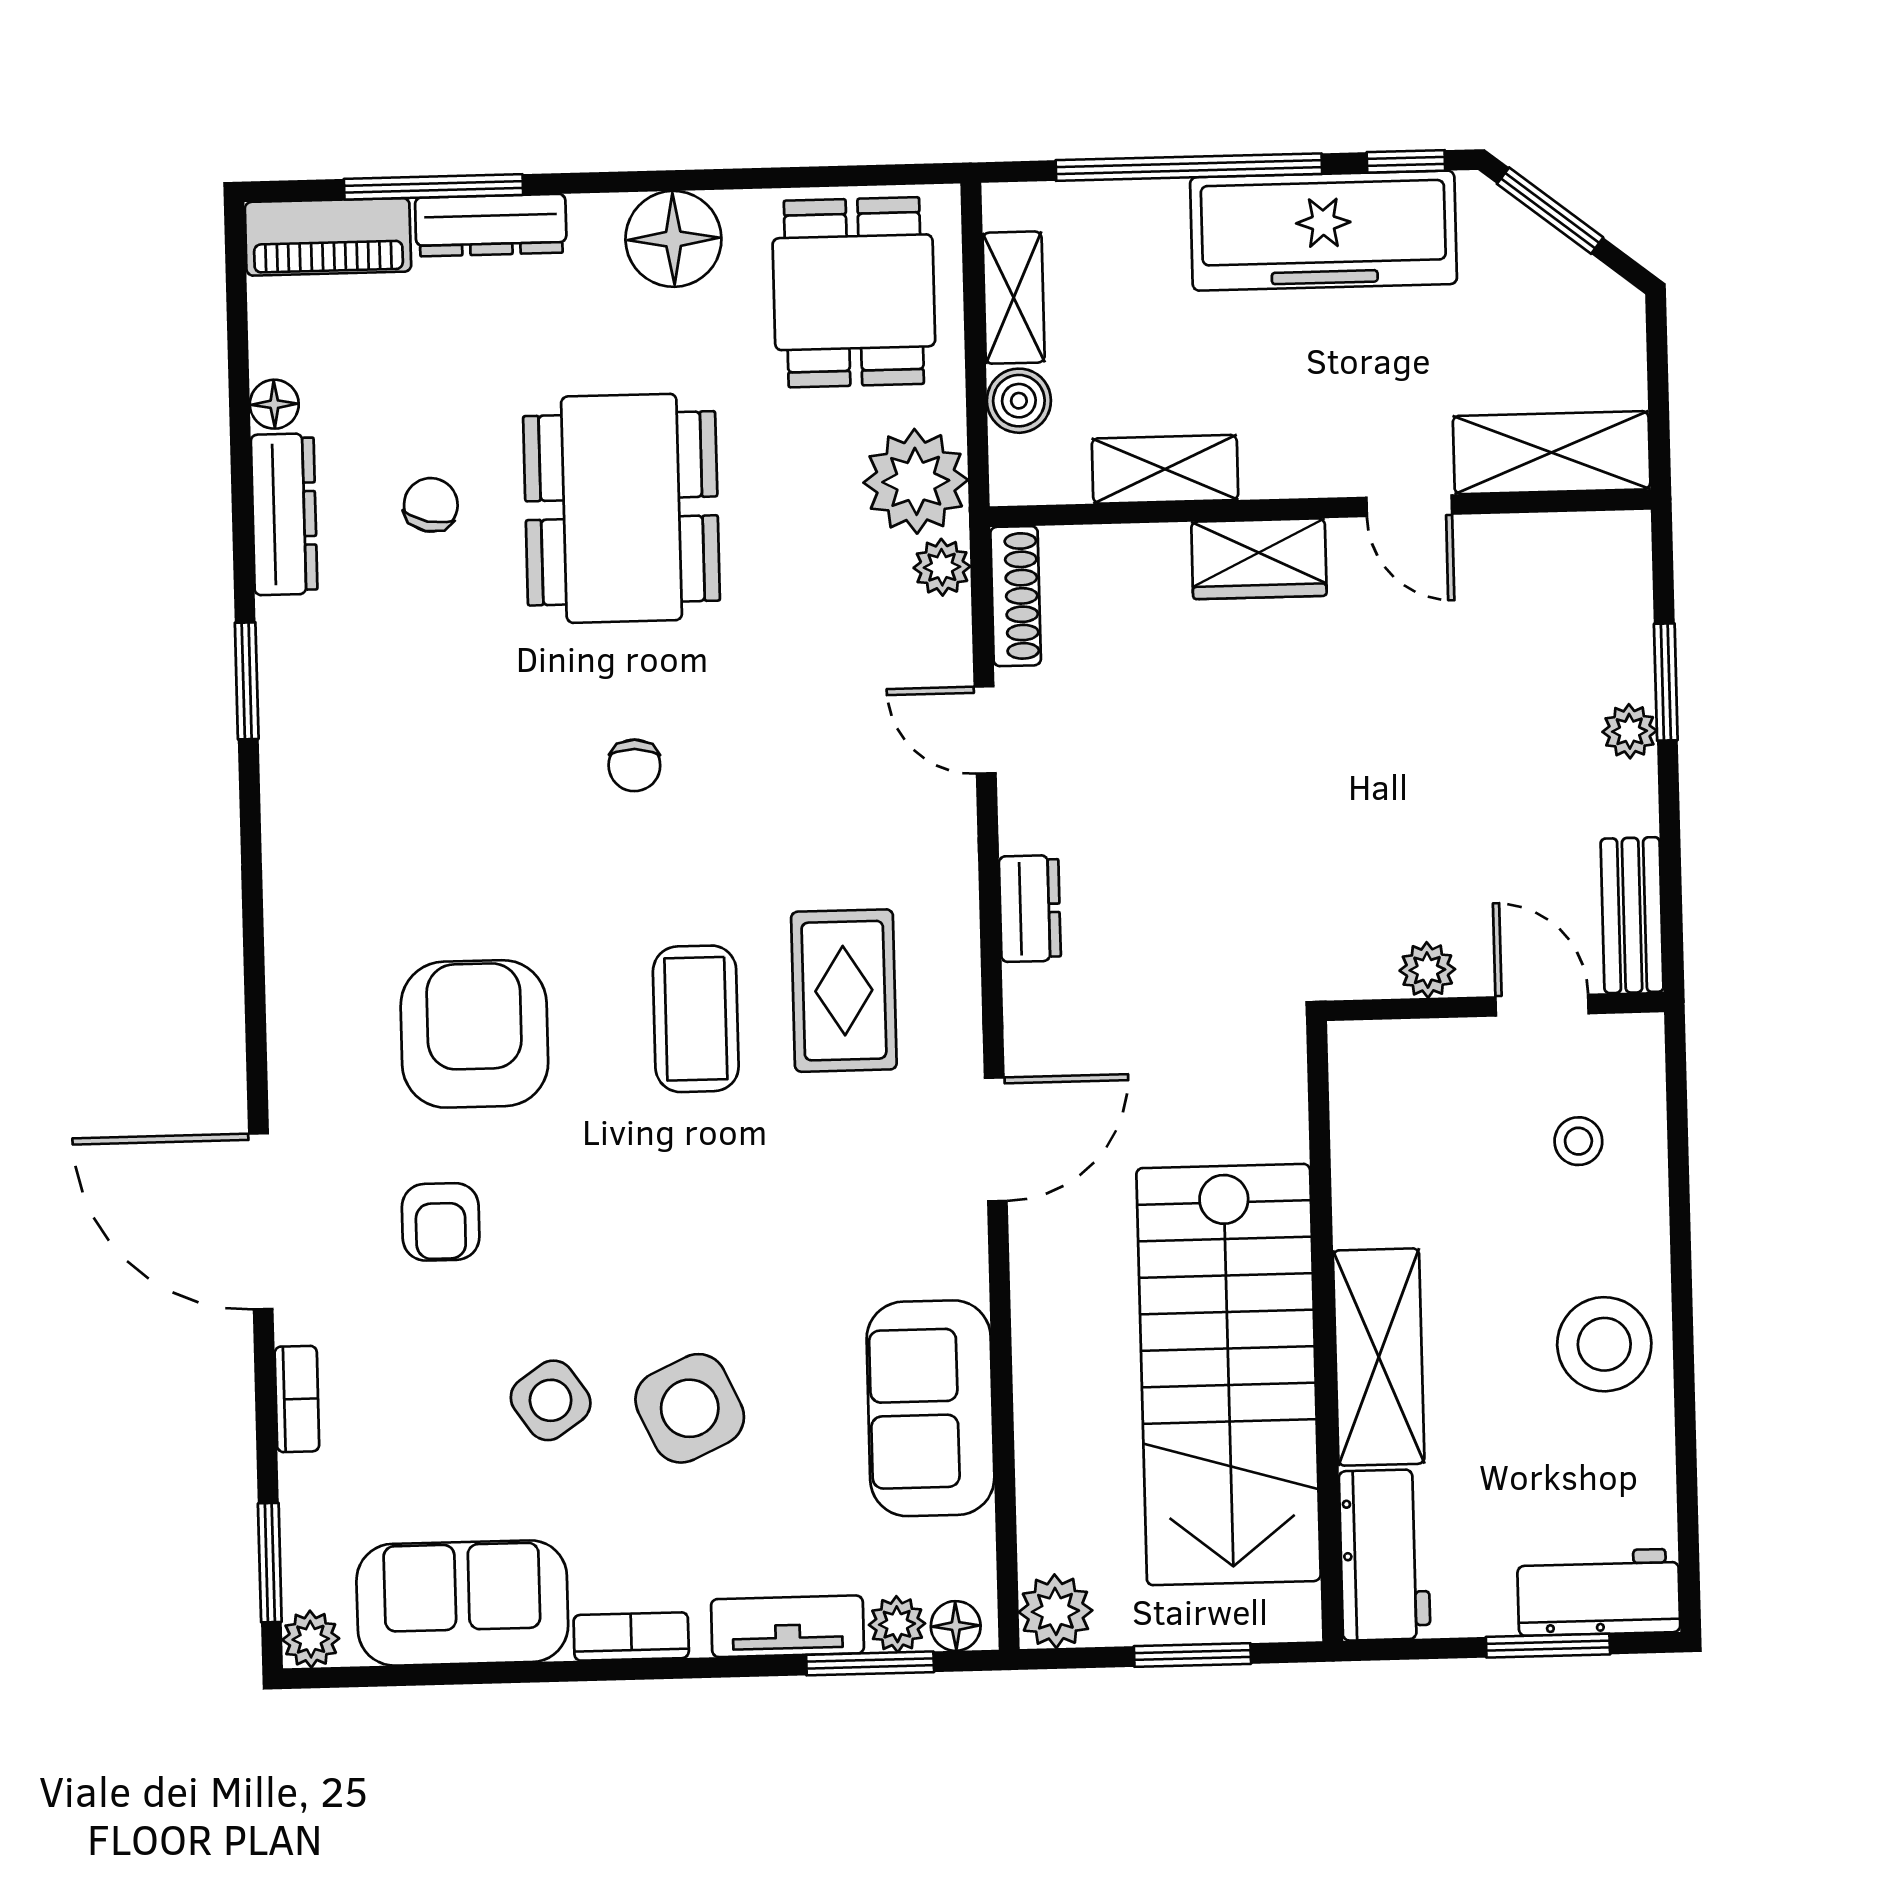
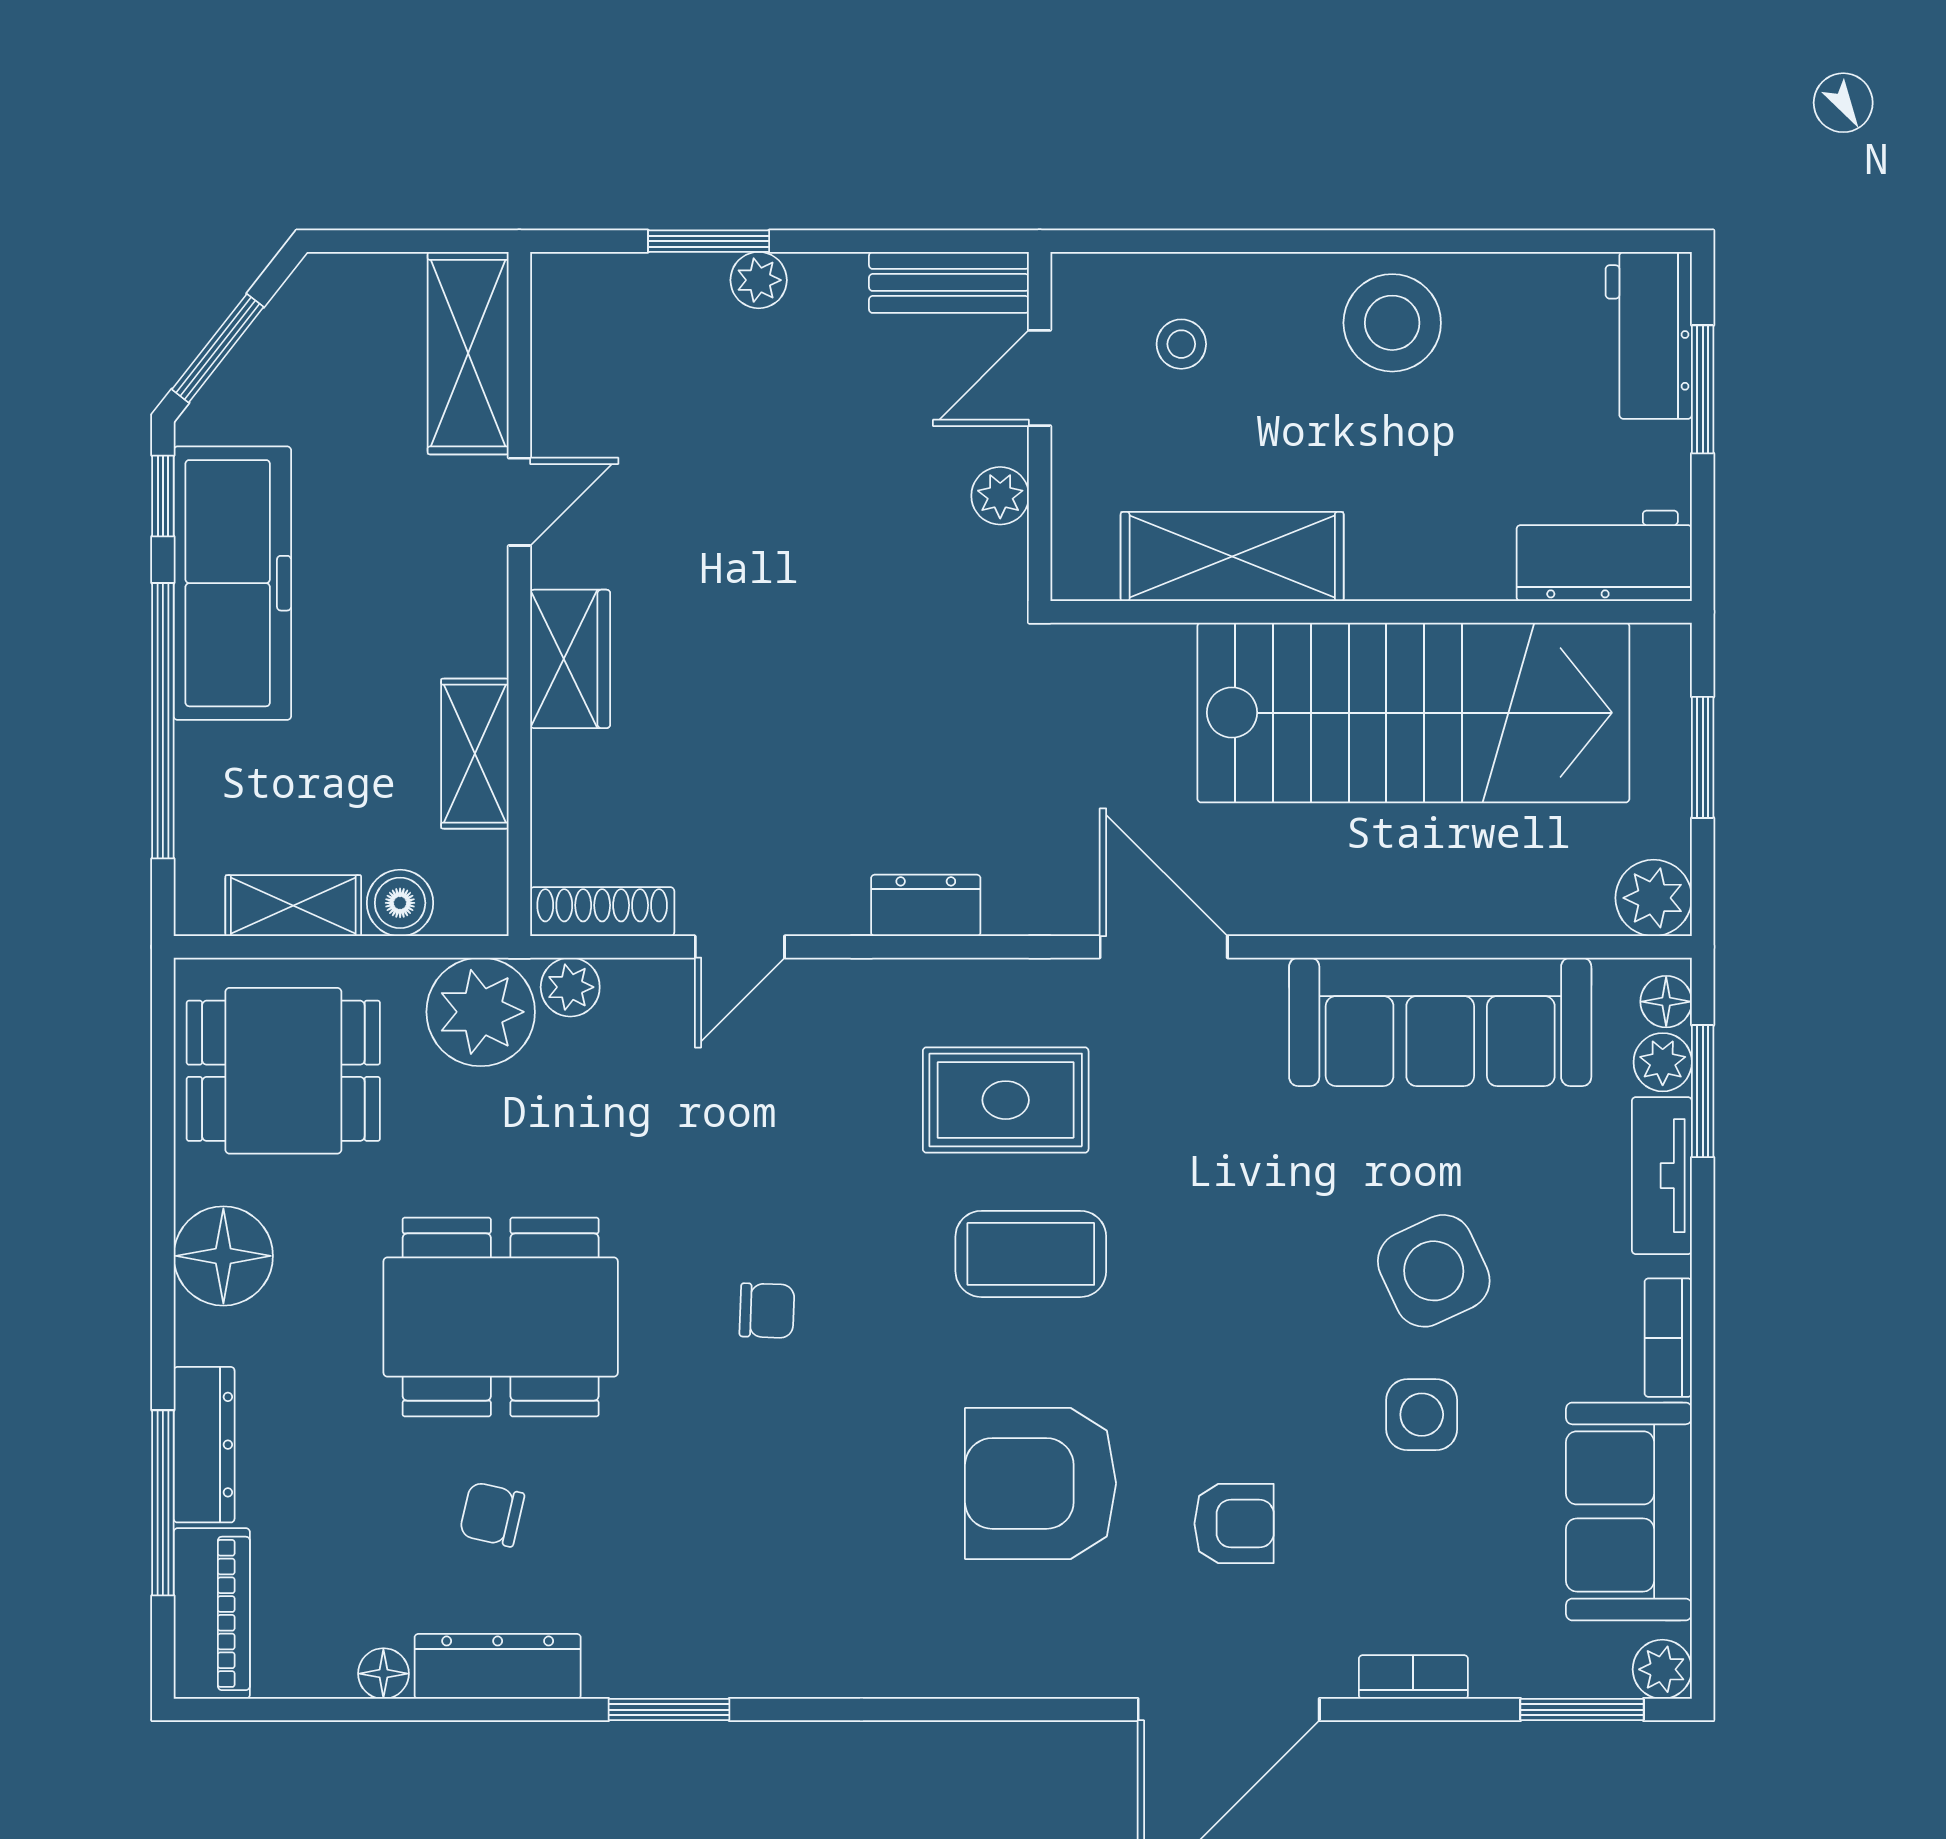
shelving: (1379, 1357) -> (1232, 557), moved
side table: (551, 1400) -> (1422, 1415), turned 35
sofa: (930, 1408) -> (1440, 1022), width x1.36

